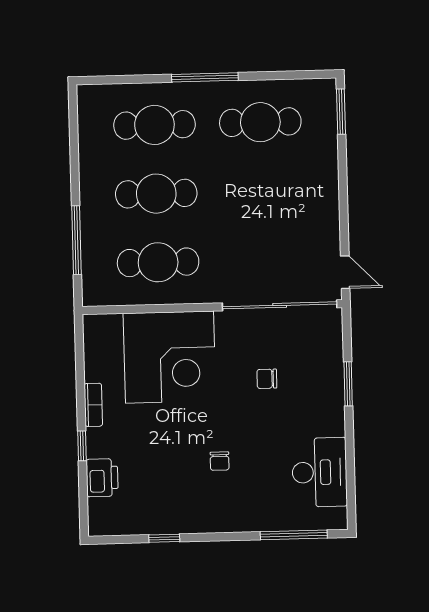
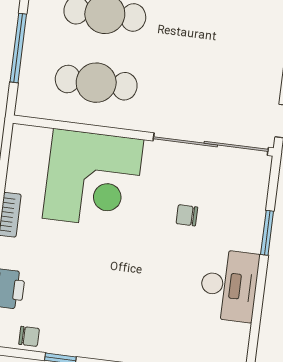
chair: (220, 461) -> (29, 336), moved, turned -90
desk: (320, 472) -> (229, 285), moved

